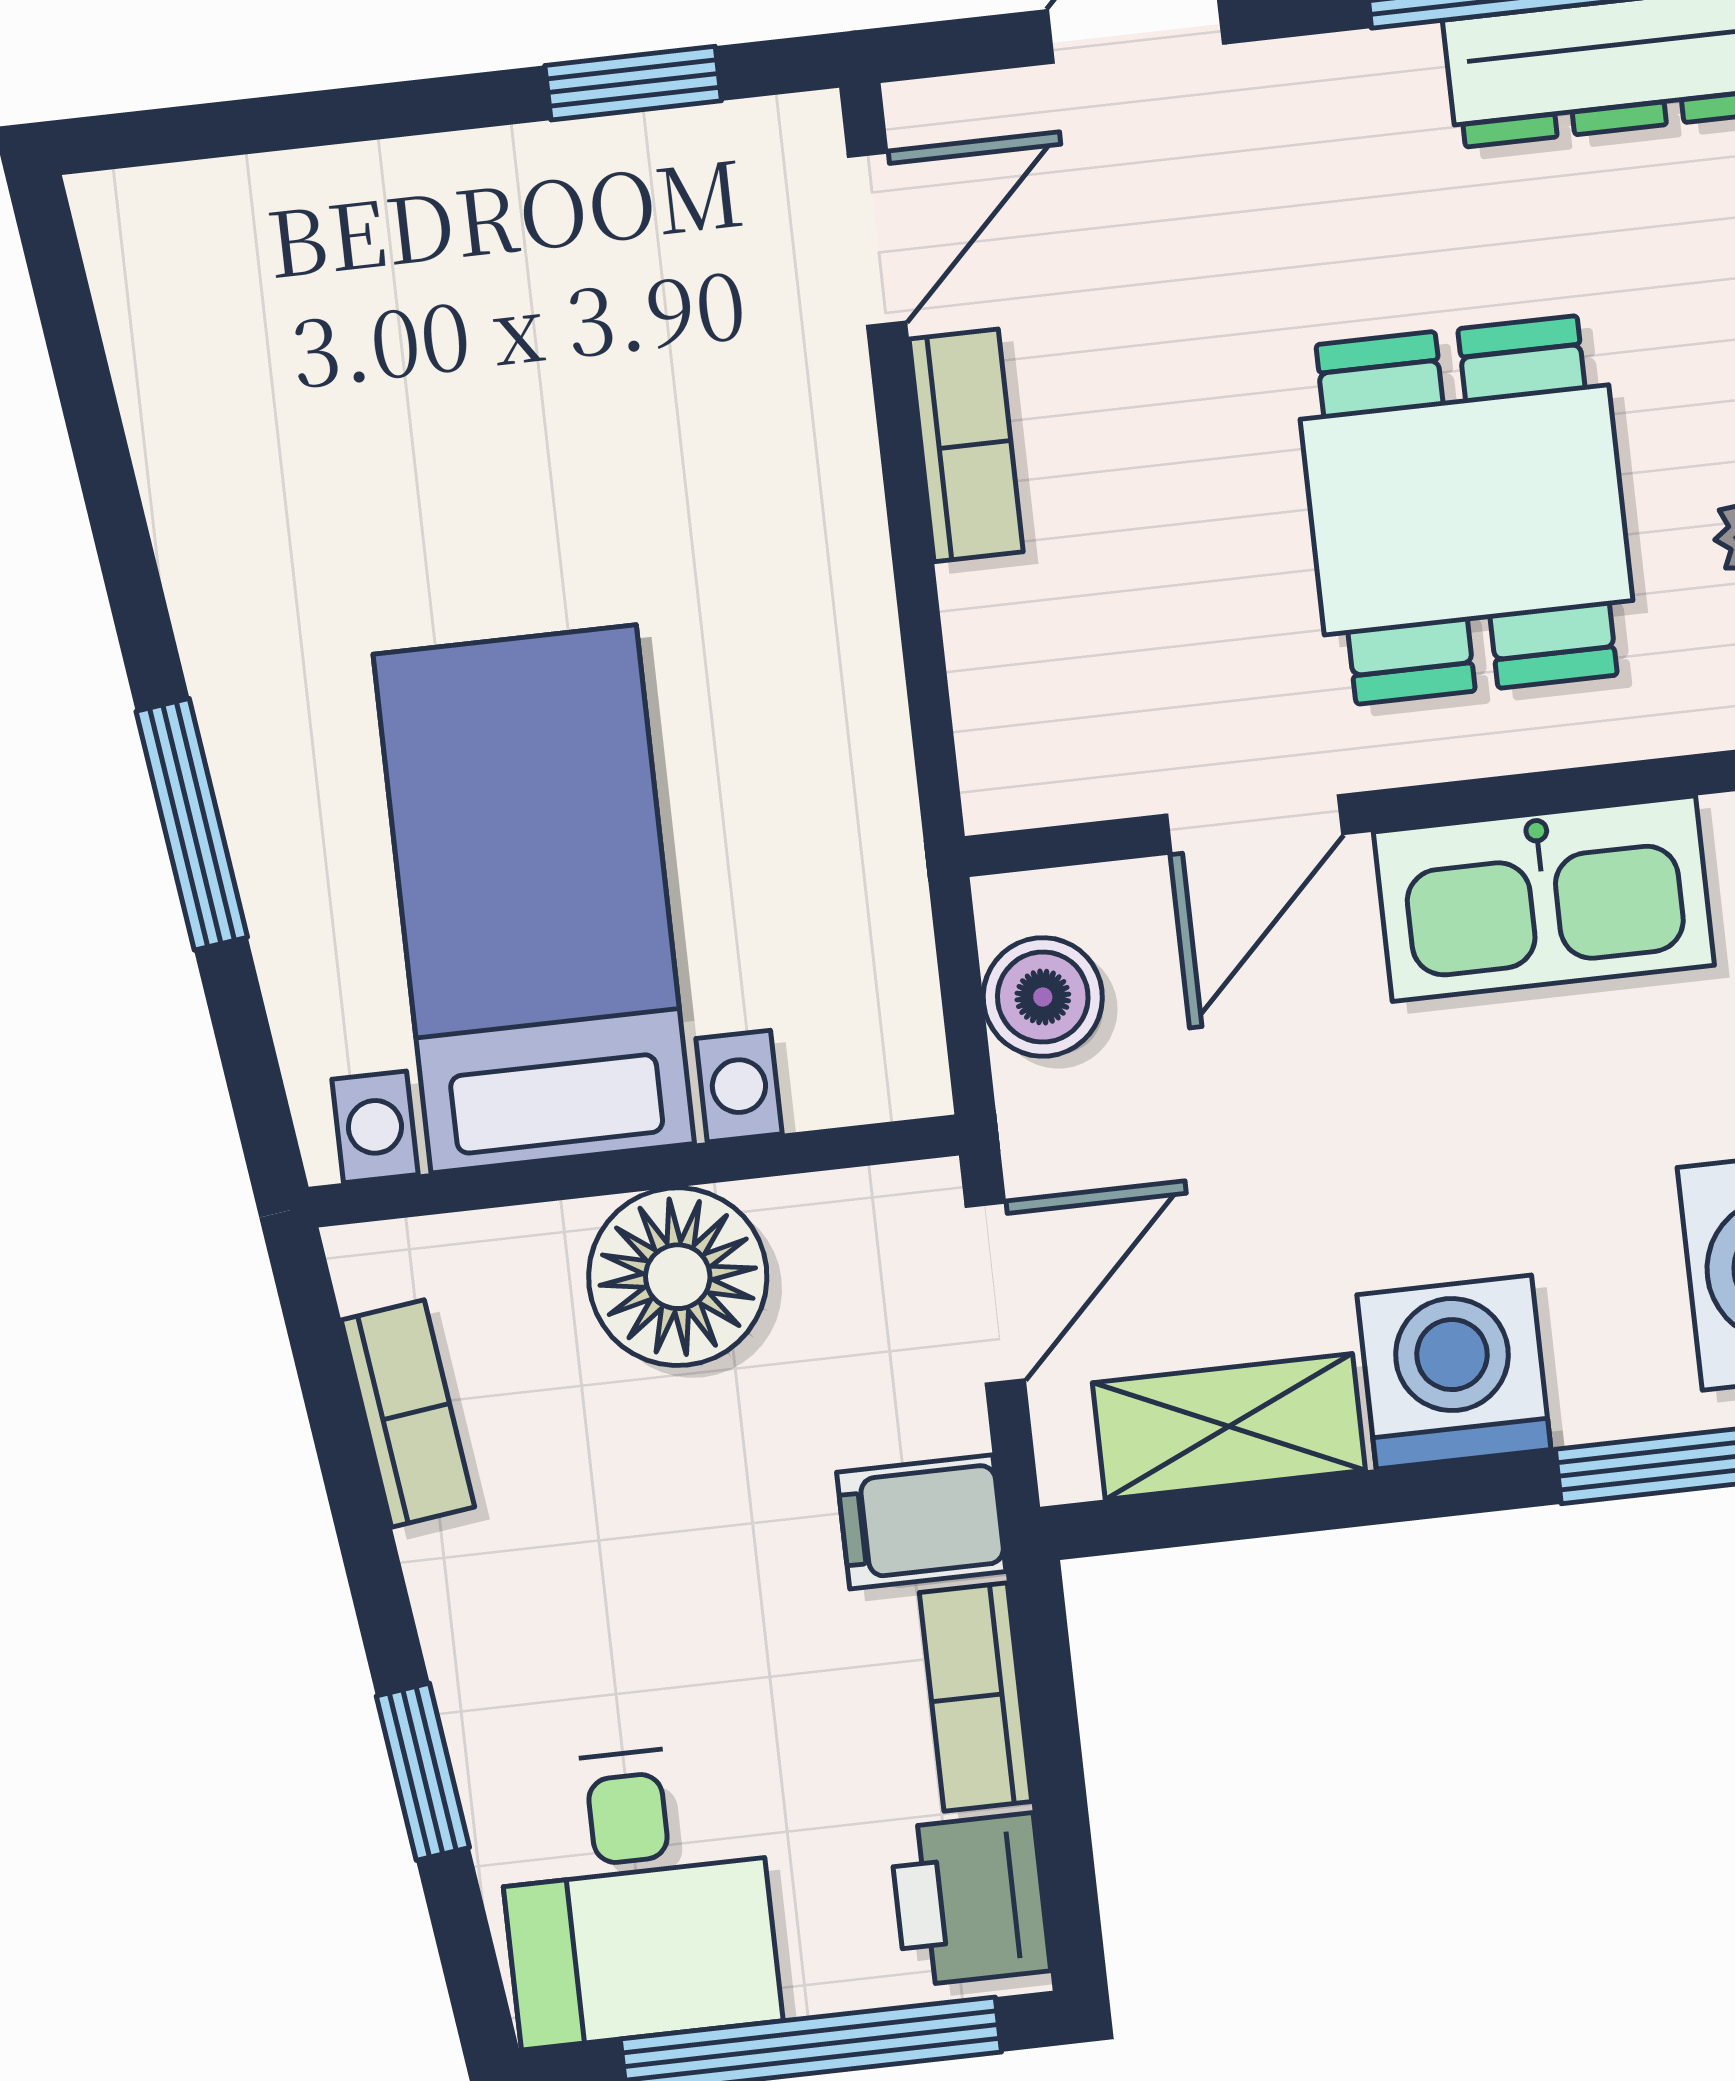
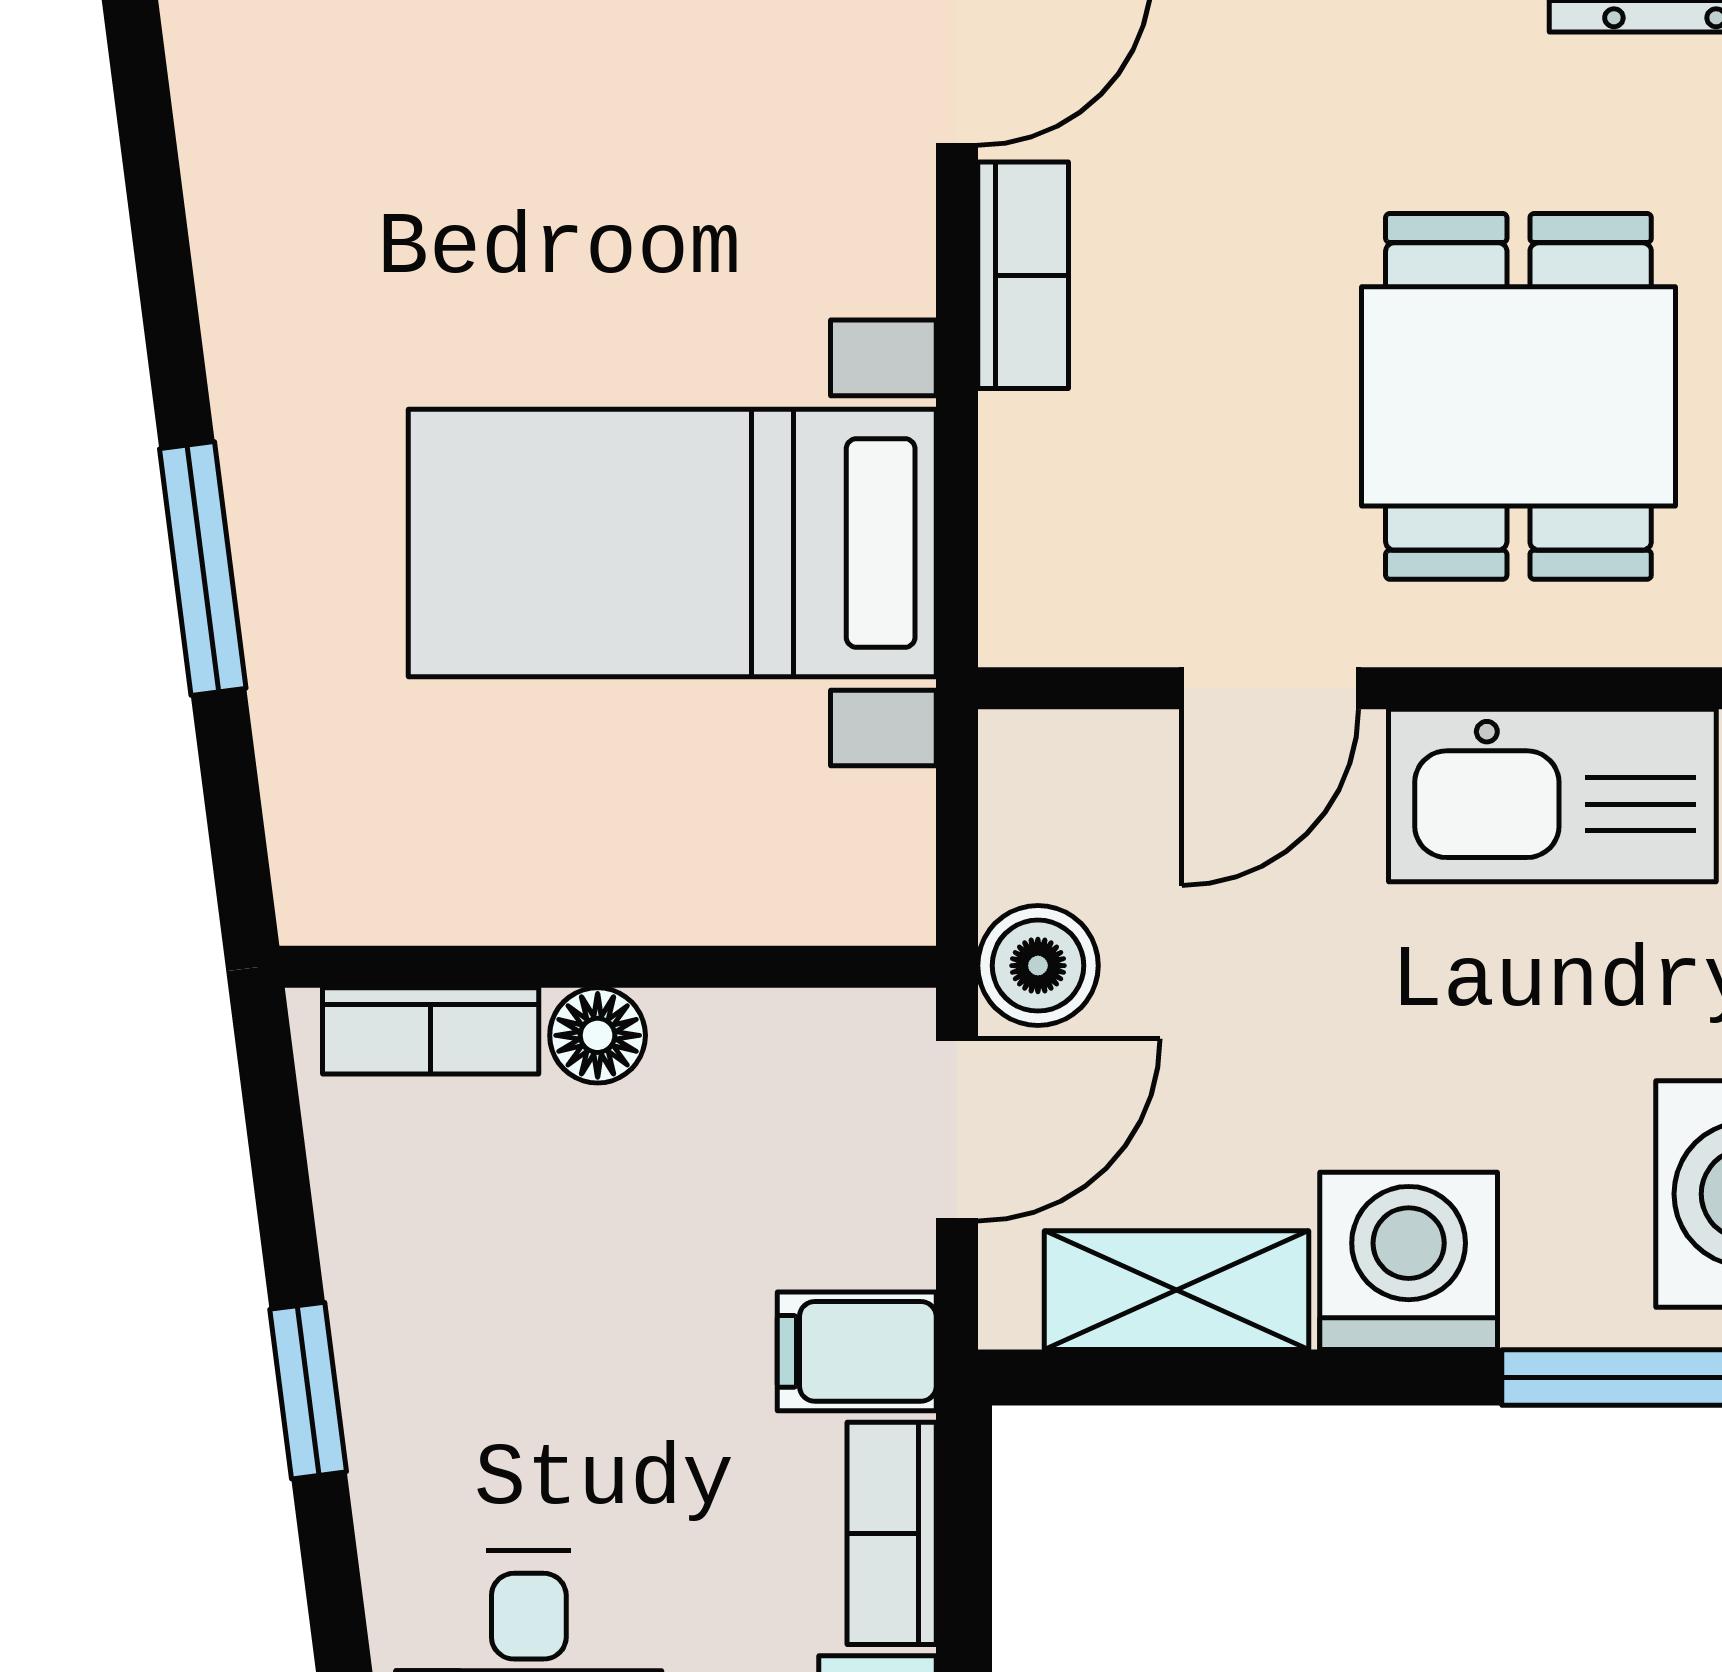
bed with nightstands: (534, 899) -> (672, 543), moved, turned -90
boiler: (1043, 997) -> (1038, 966), moved
floor lamp: (678, 1277) -> (598, 1035), width x0.53, depth x0.53
bookcase: (408, 1413) -> (431, 1031), moved, turned 97
window: (423, 1772) -> (308, 1391), moved

